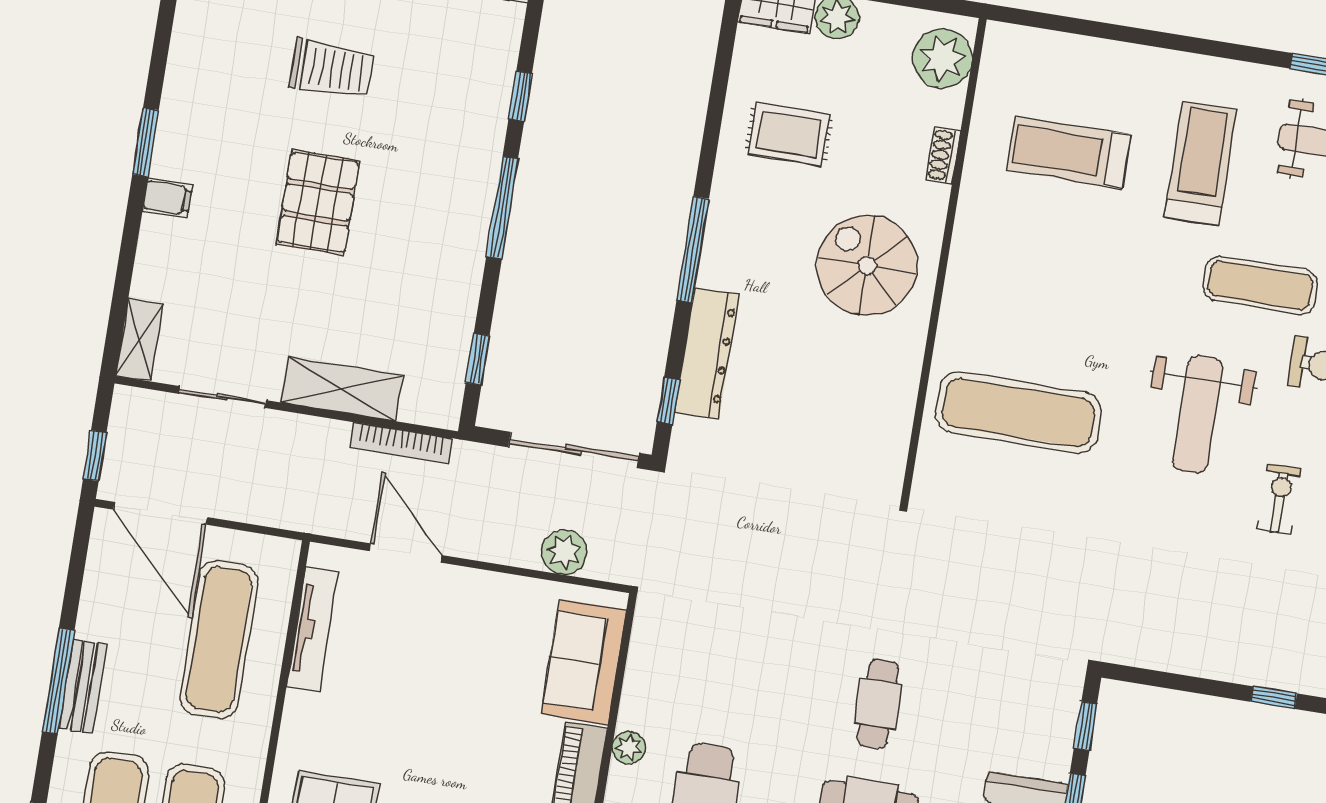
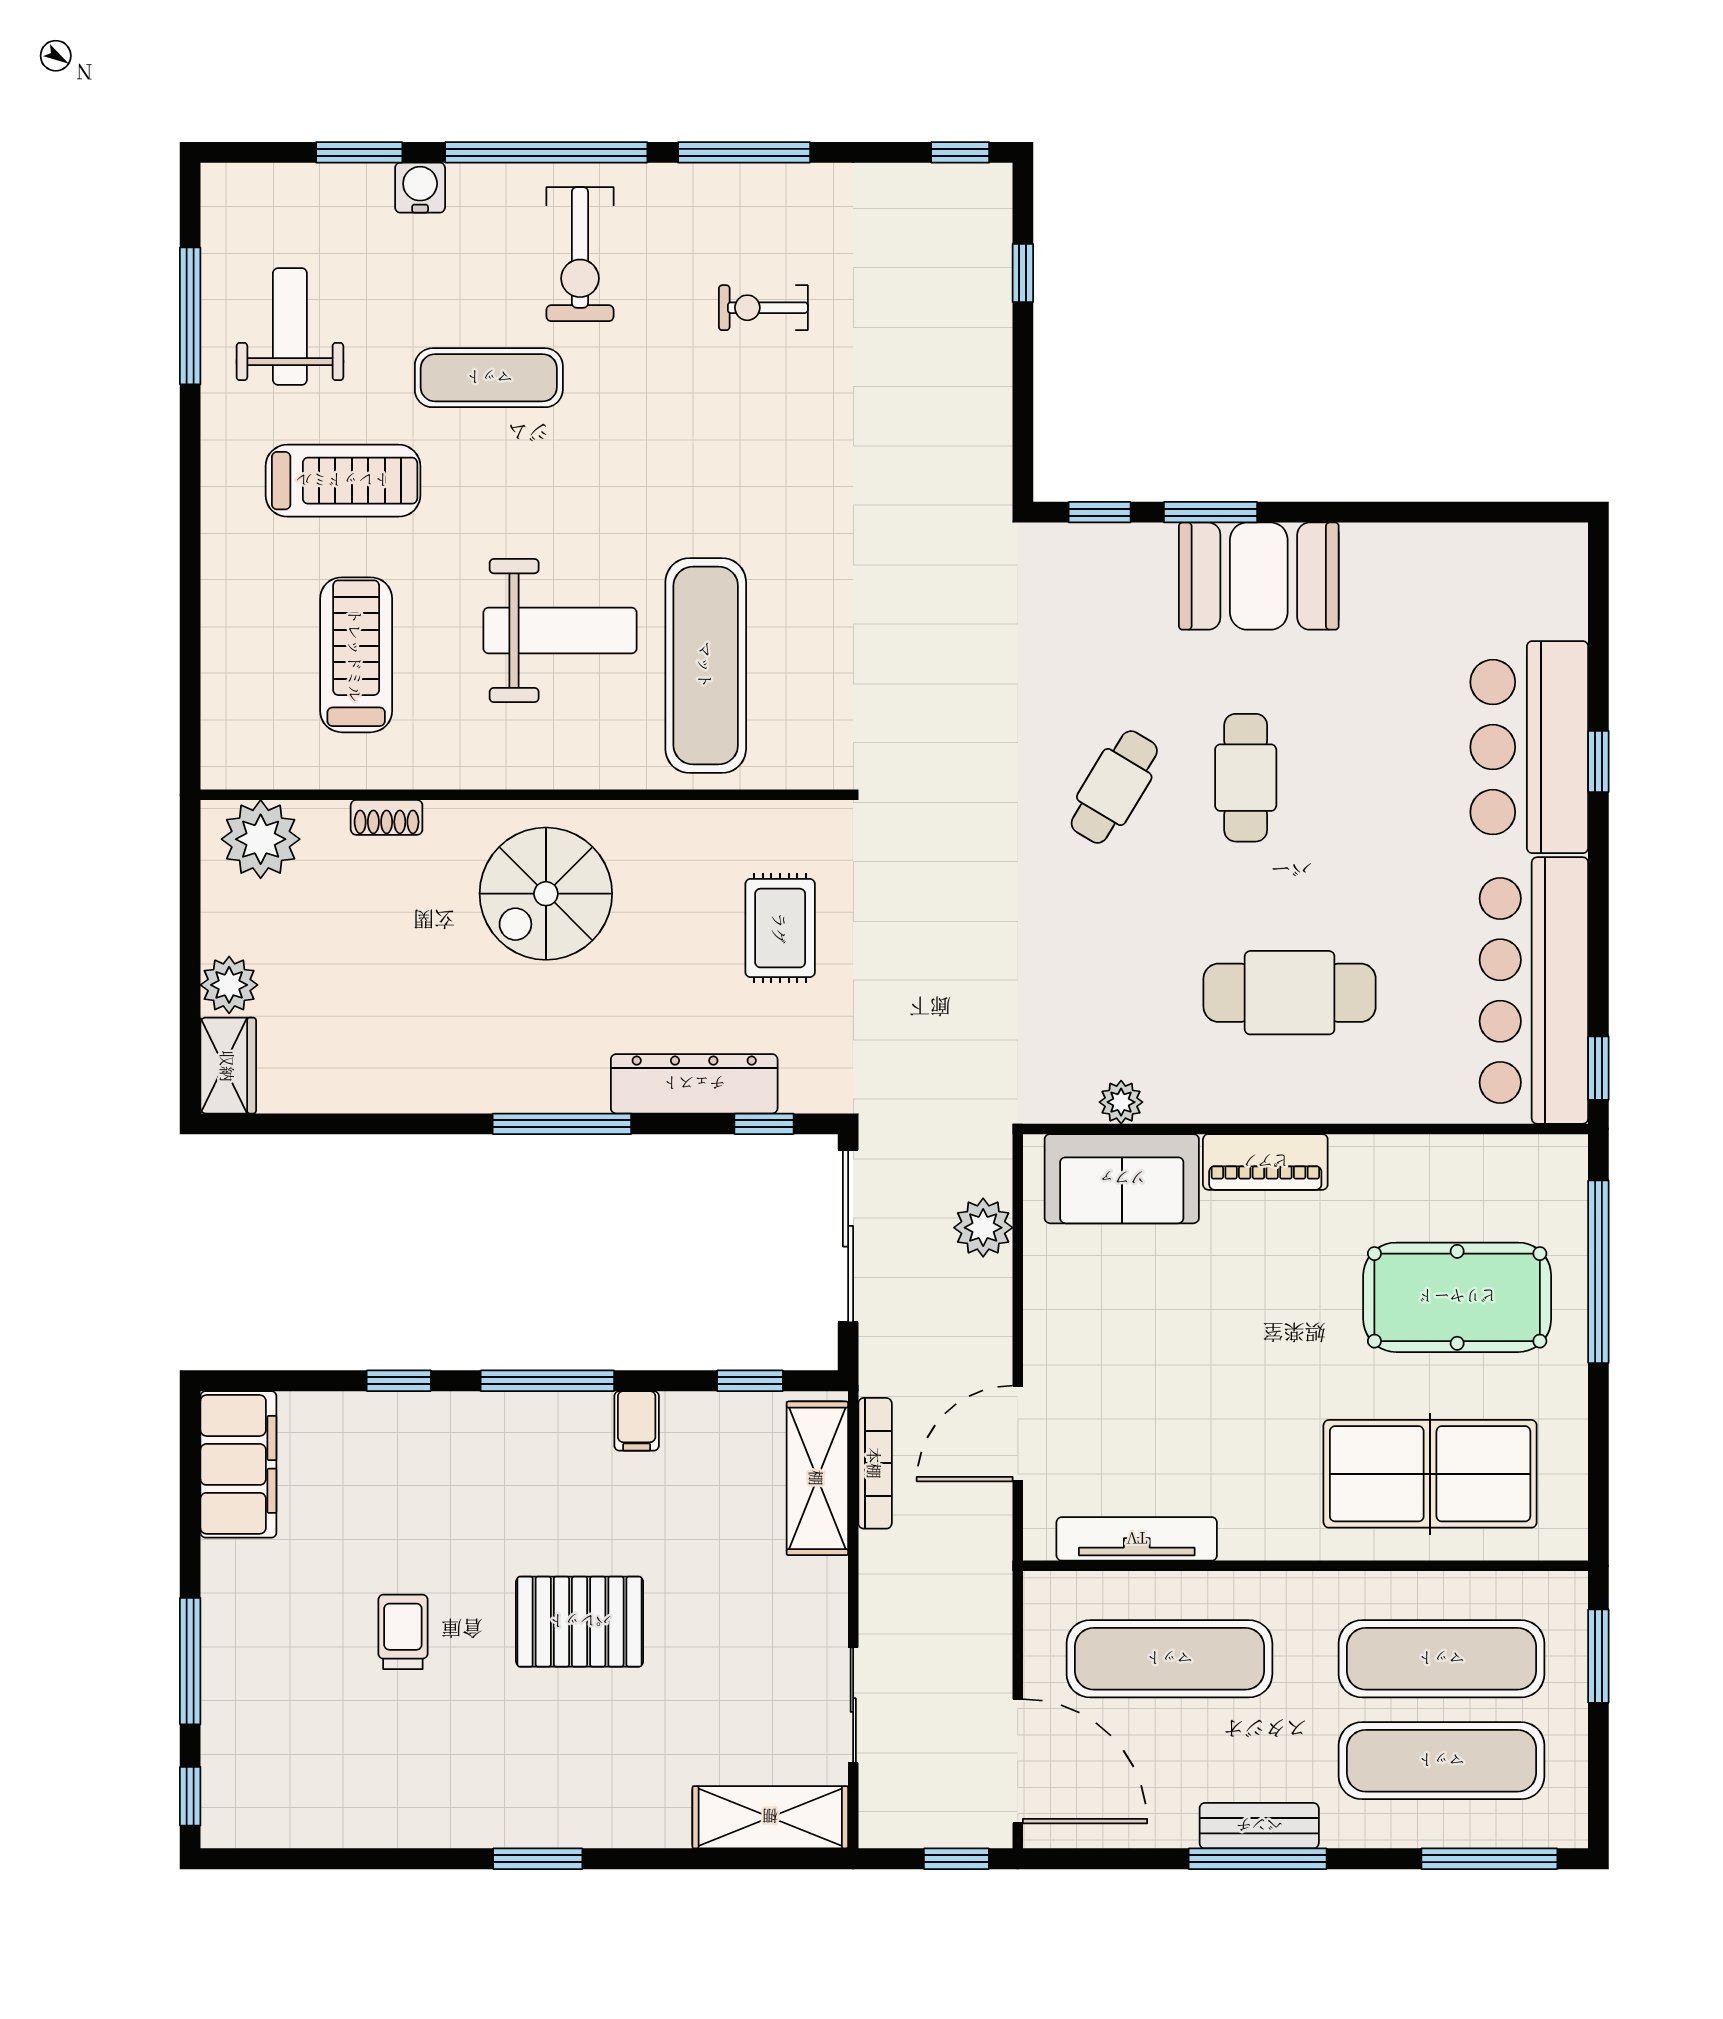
trolley: (332, 69) -> (403, 1632), width x0.73, depth x0.72
rug: (789, 134) -> (780, 928), moved
treadmill: (1069, 152) -> (356, 655), turned 180
treadmill: (1201, 164) -> (343, 481), turned 180
filing cabinet: (167, 198) -> (637, 1421), moved, turned 180
exercise mat: (1260, 285) -> (489, 378), turned 90
shelving: (139, 340) -> (770, 1817), width x1.50, depth x1.33
shelving: (342, 389) -> (817, 1478), moved
weight bench: (1198, 415) -> (560, 631), moved
door: (160, 513) -> (1018, 1761), hinge flipped
cafe table: (878, 704) -> (1114, 787), turned -59
plant: (629, 748) -> (1121, 1102), moved

